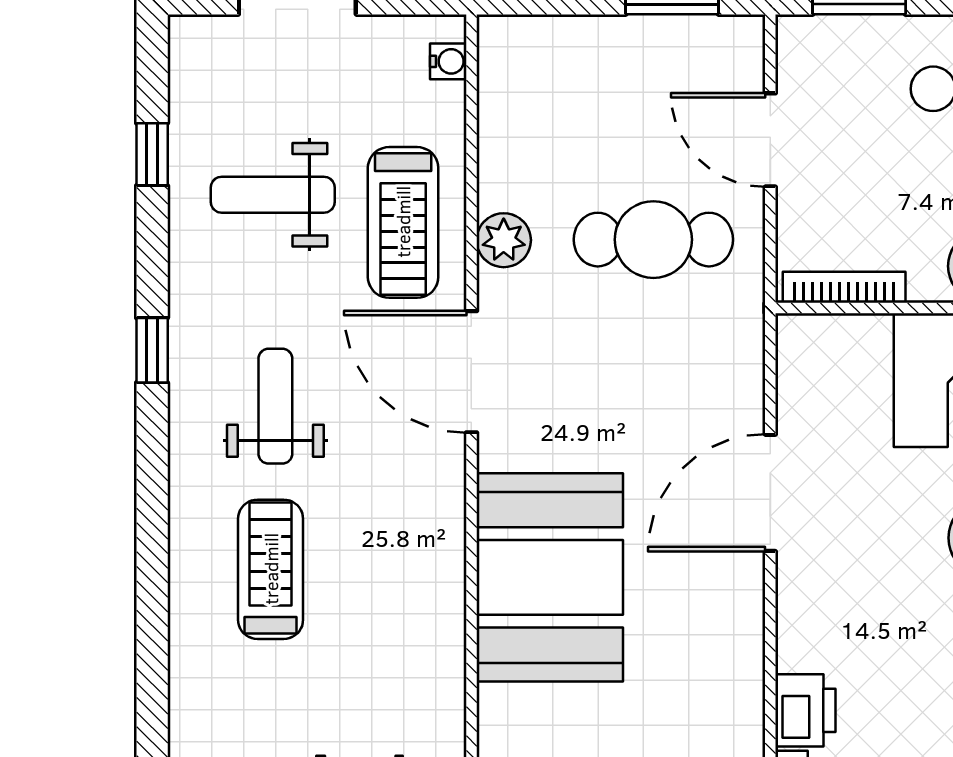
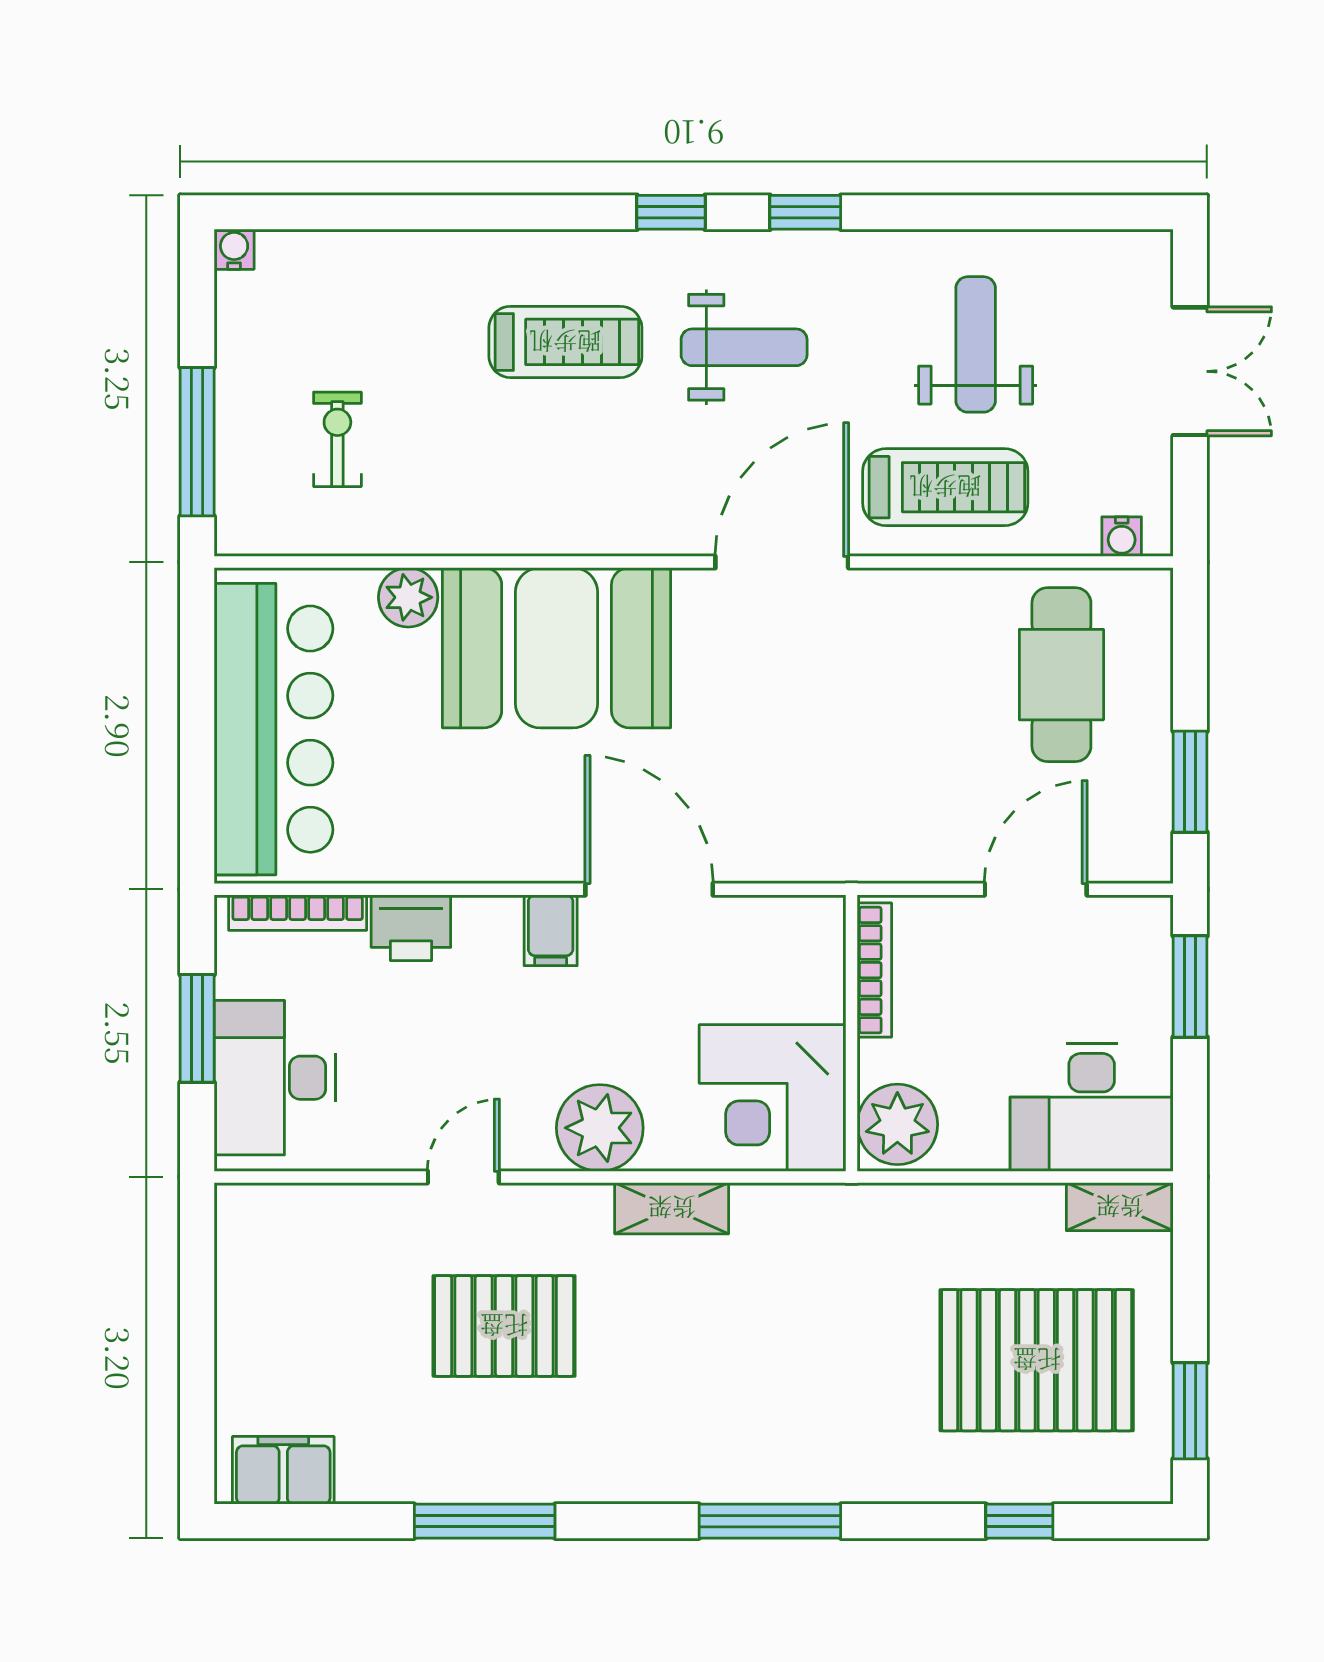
window: (152, 154) -> (671, 212), moved
treadmill: (403, 222) -> (945, 487), turned 180
plant: (504, 240) -> (408, 597), moved
cafe table: (653, 240) -> (1061, 675), moved
filing cabinet: (808, 583) -> (551, 930), added

